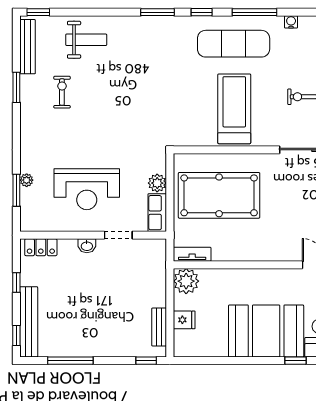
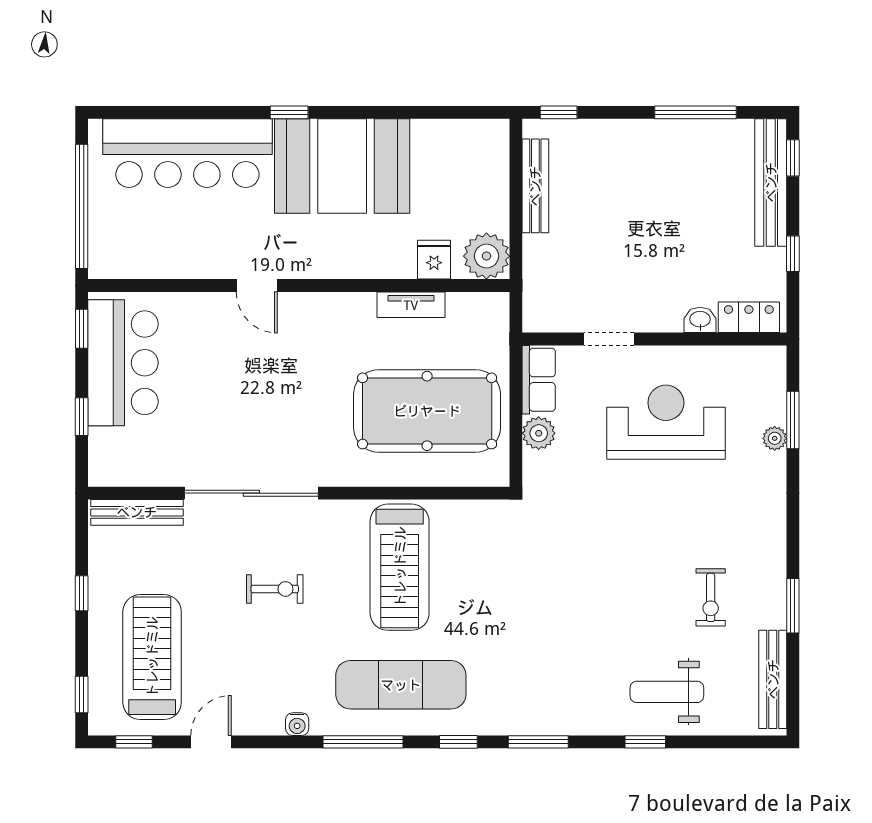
window: (38, 12) -> (645, 742), moved
washbasin: (87, 246) -> (700, 320), moved
tv unit: (192, 254) -> (411, 305), moved
fridge: (184, 320) -> (434, 260), moved, turned 90
bench: (159, 327) -> (535, 186), width x1.36

